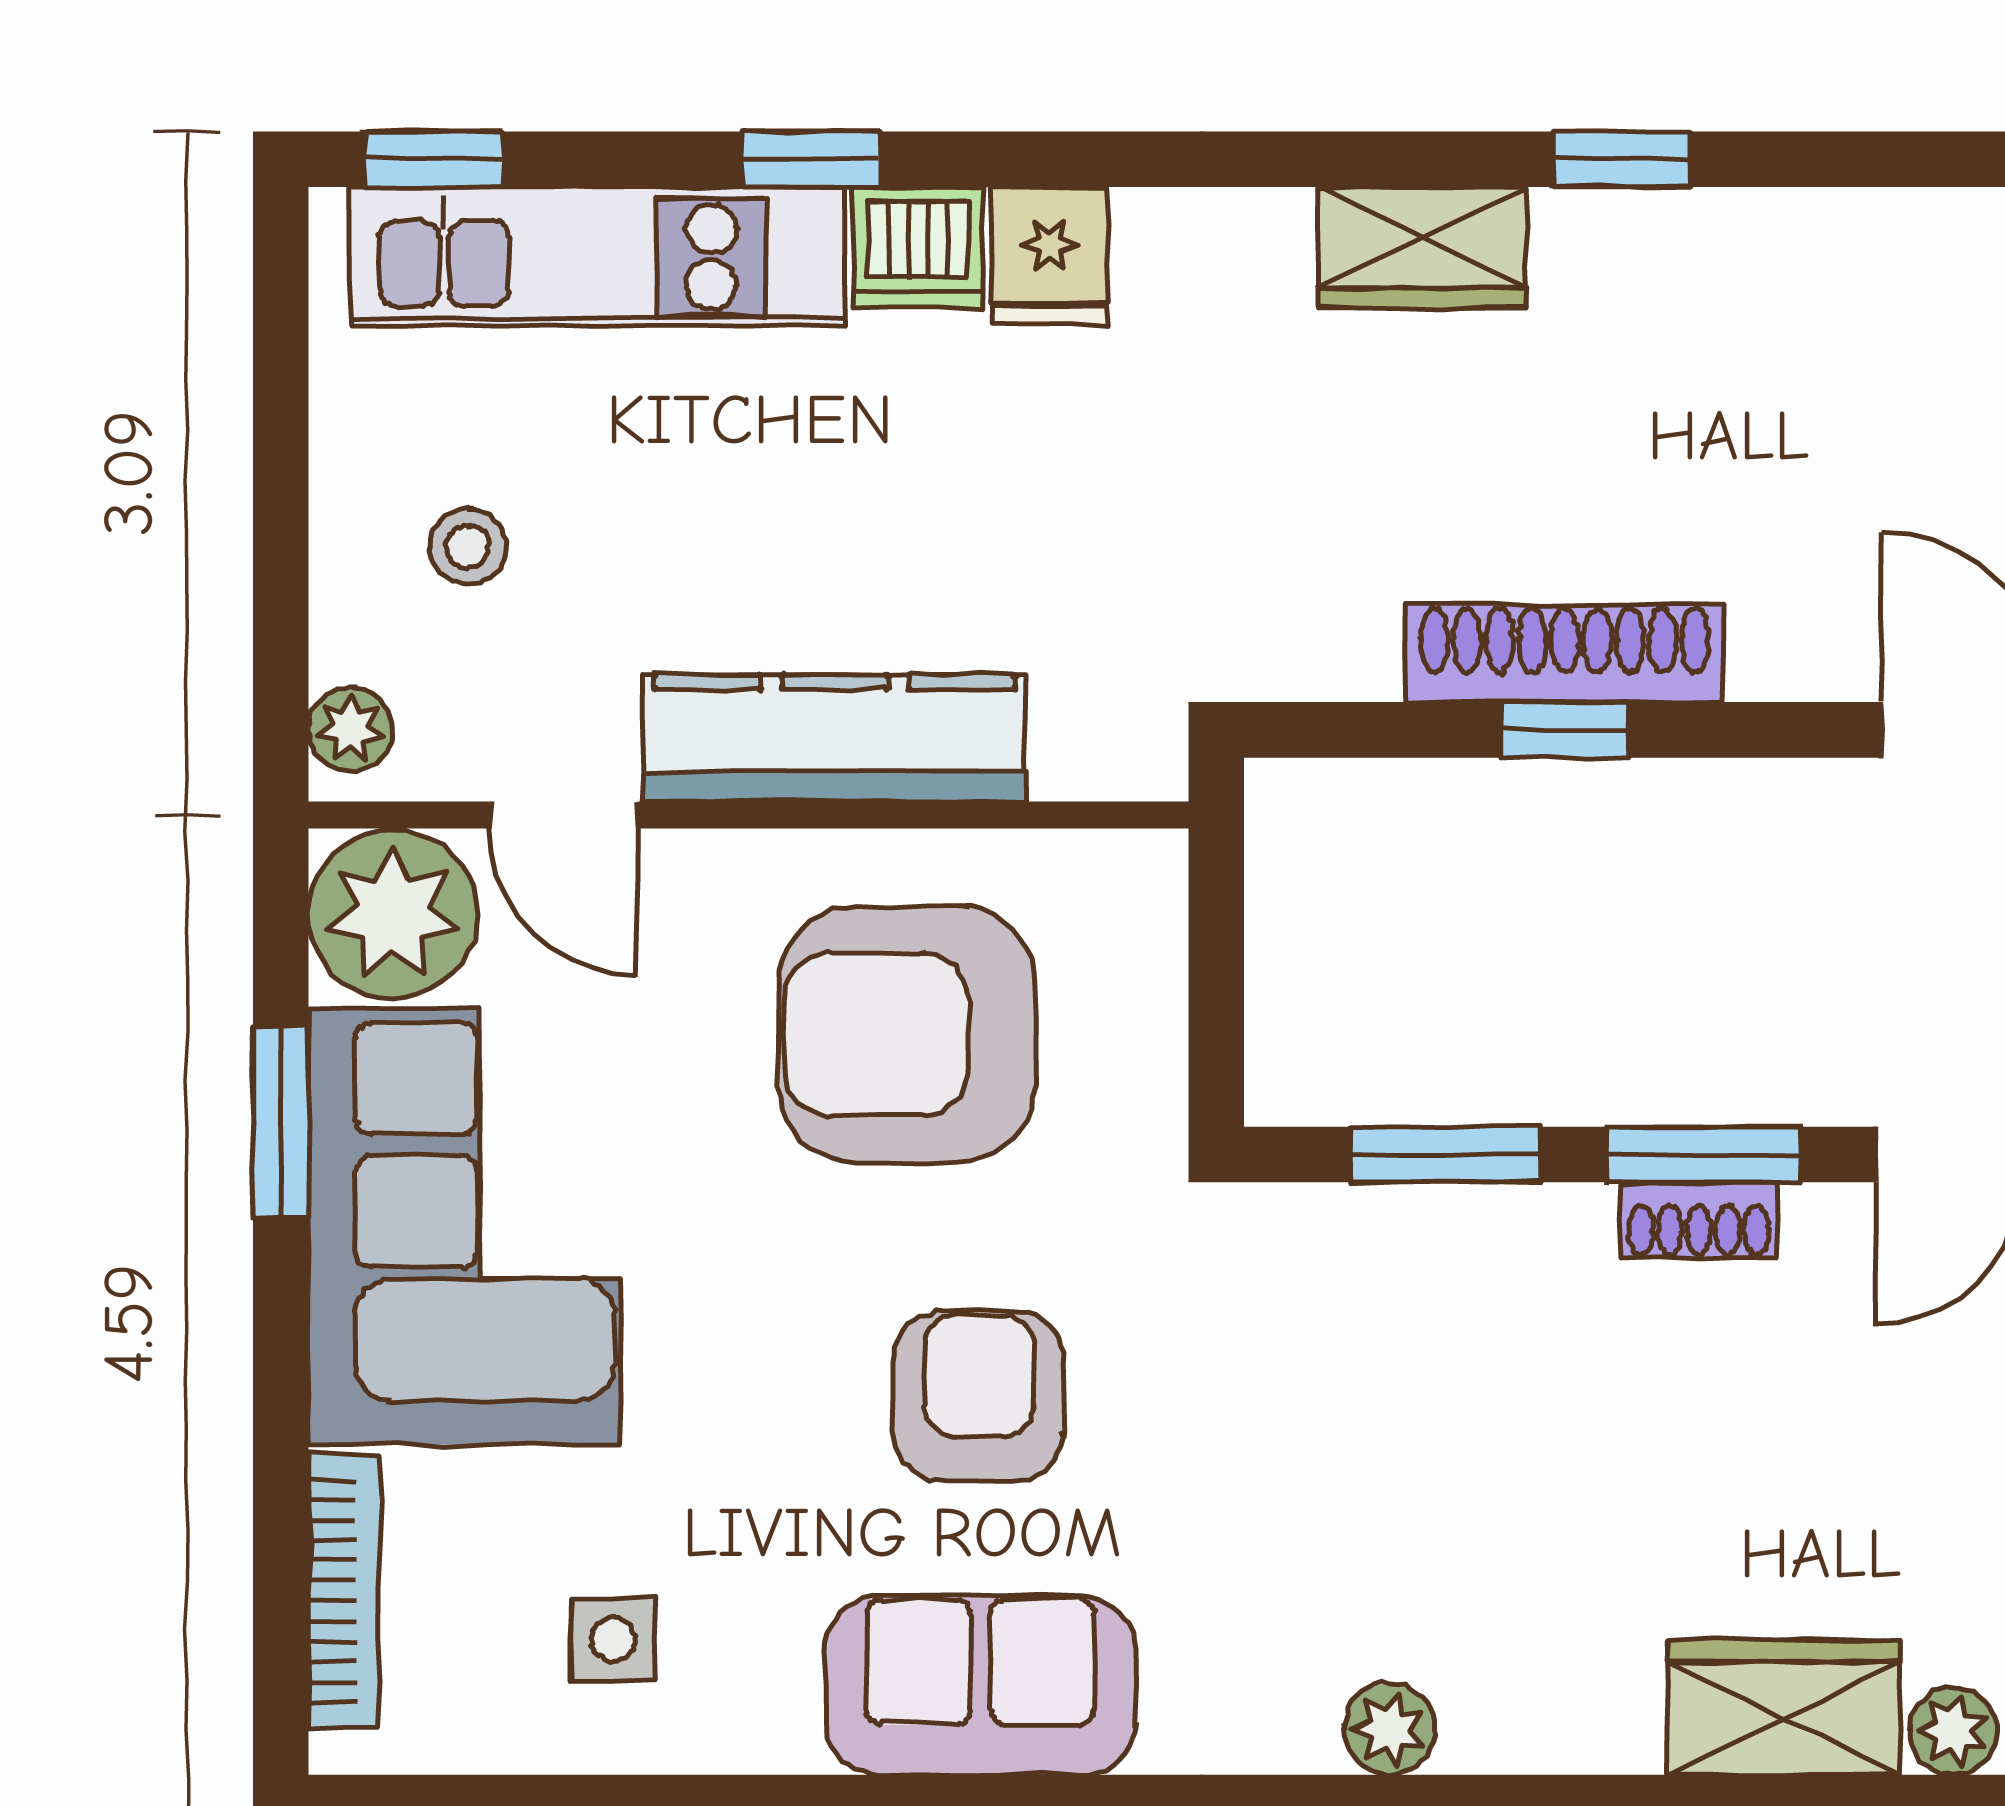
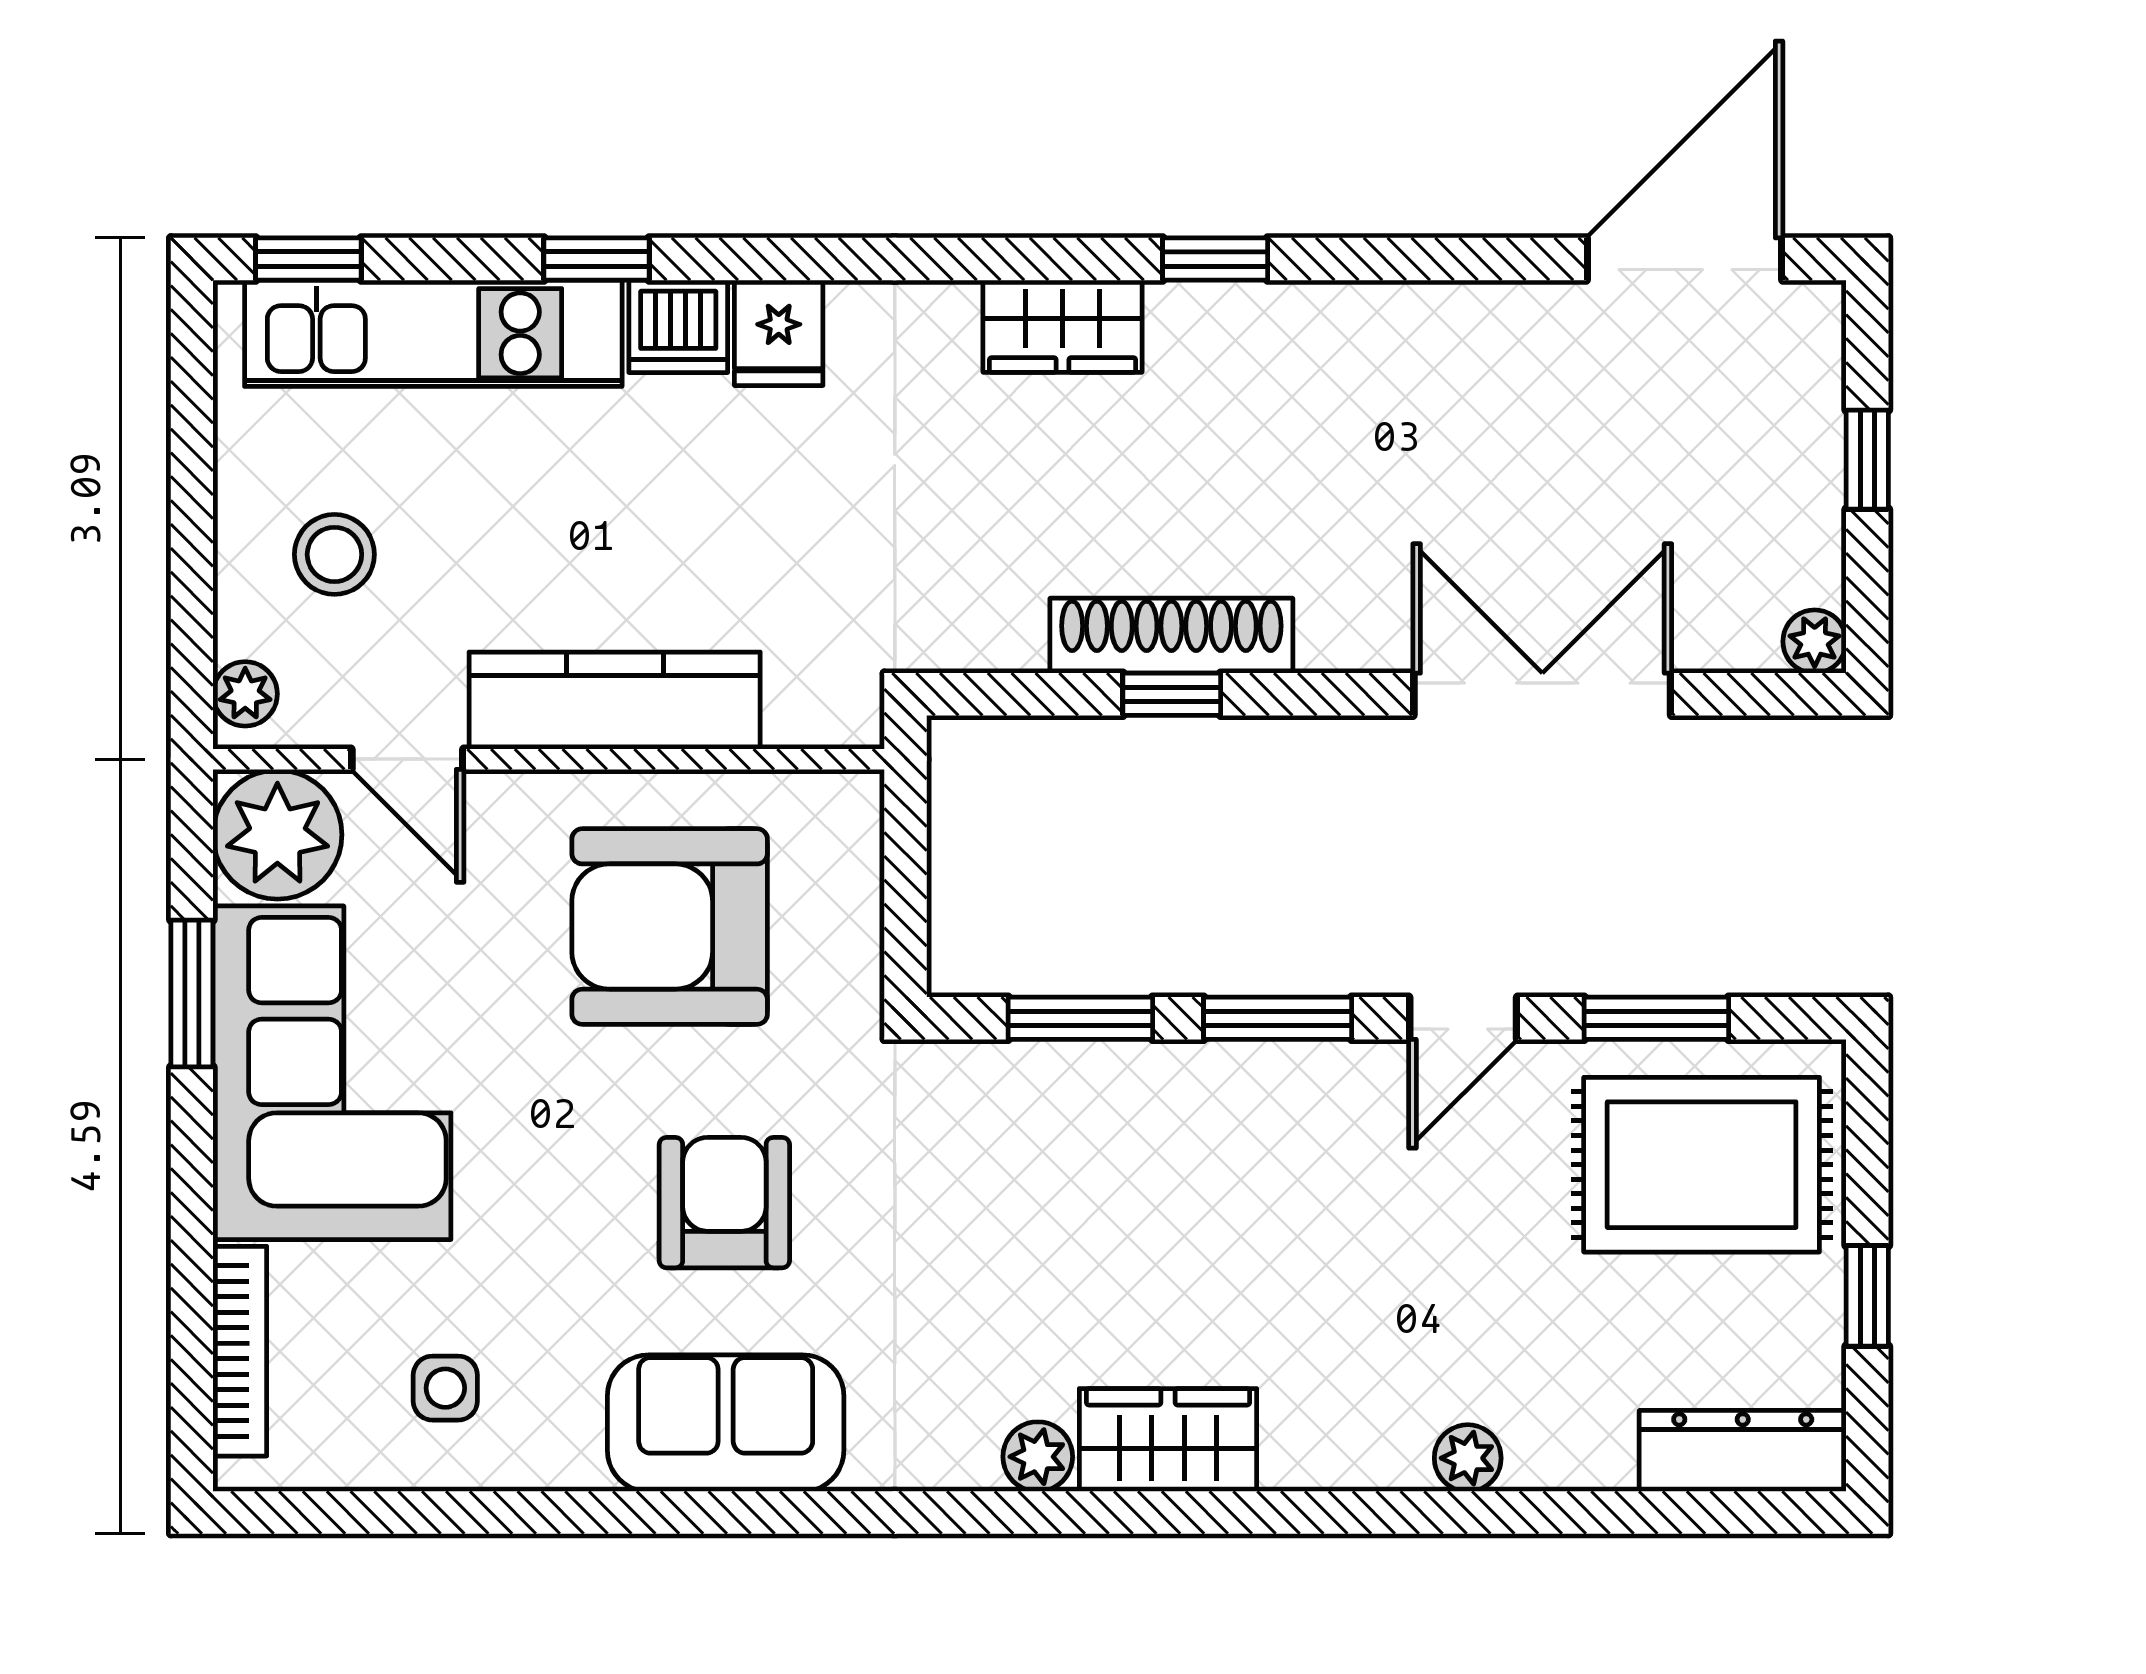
stool: (468, 547) -> (334, 554), width x1.37, depth x1.37
shoe rack: (1699, 1220) -> (1274, 1068), removed
wardrobe: (1784, 1707) -> (1168, 1440), moved

